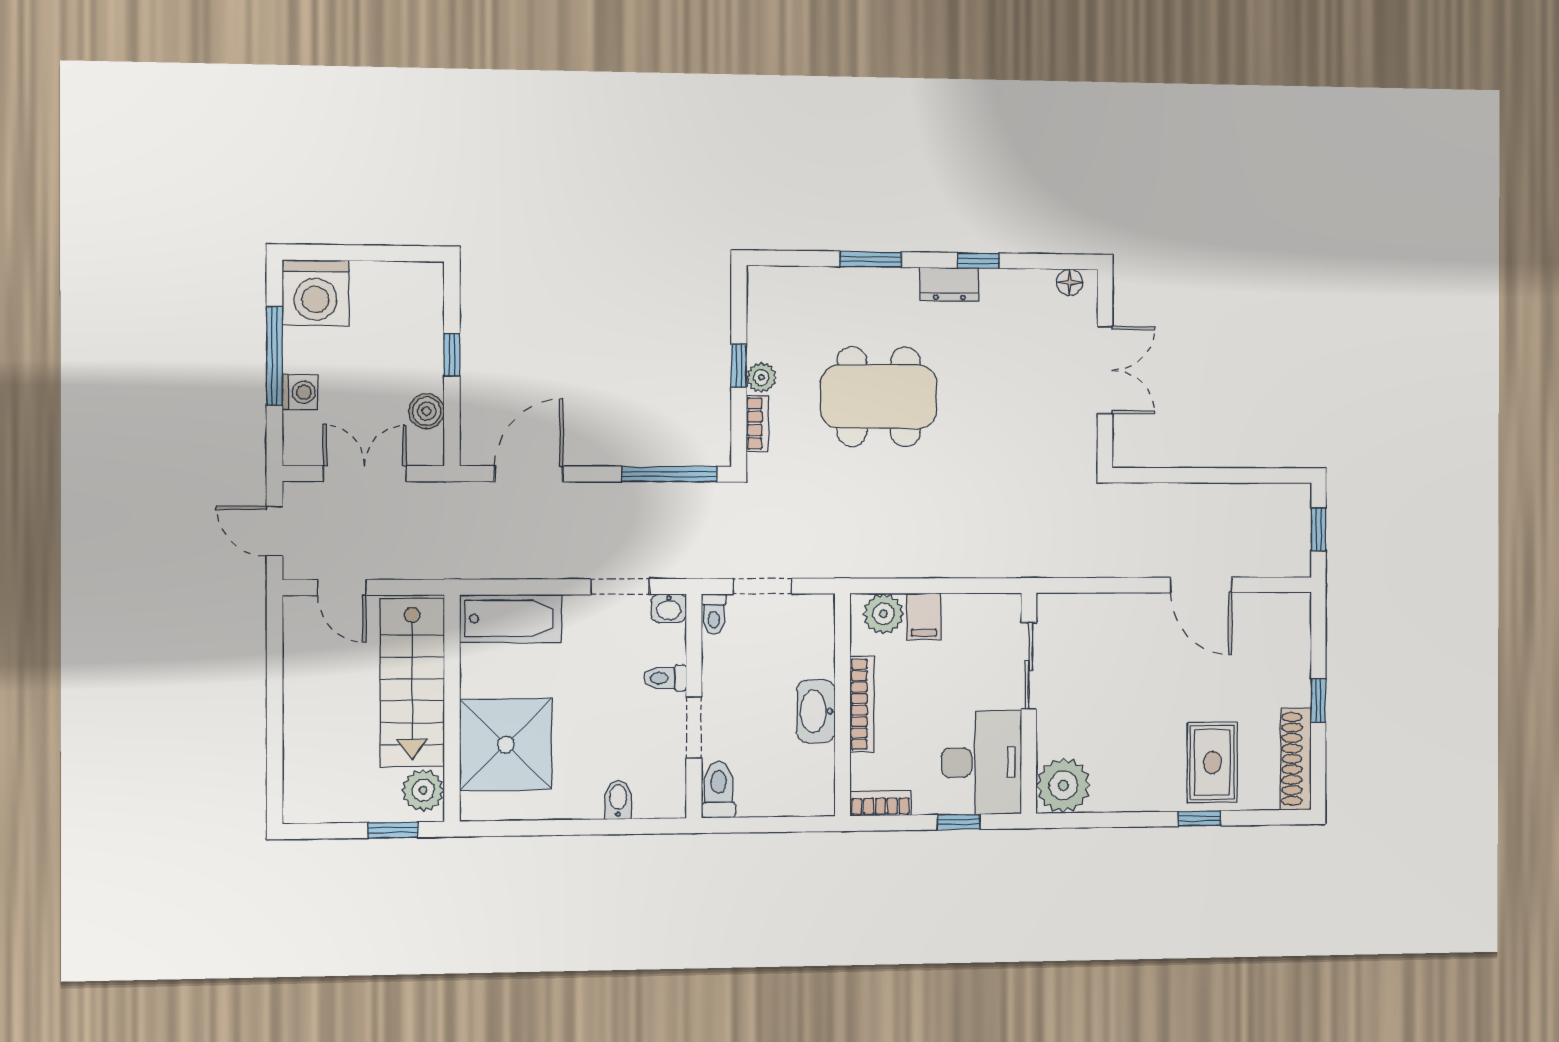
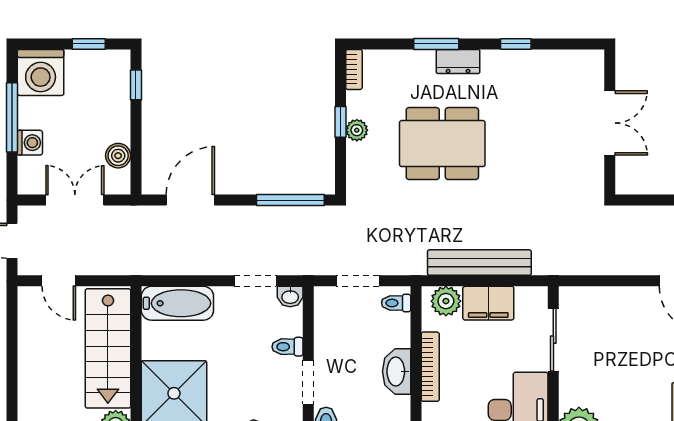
window: (385, 253) -> (89, 44), added
floor lamp: (1070, 282) -> (583, 59), removed
dresser: (949, 284) -> (458, 62), moved
window: (452, 355) -> (136, 85), moved
bookcase: (757, 423) -> (354, 69), moved
bench: (929, 561) -> (479, 263), added
toilet: (714, 614) -> (396, 303), moved, turned 90
filing cabinet: (924, 616) -> (488, 303), width x2.00

